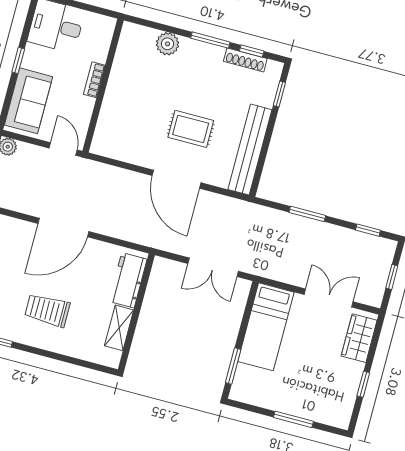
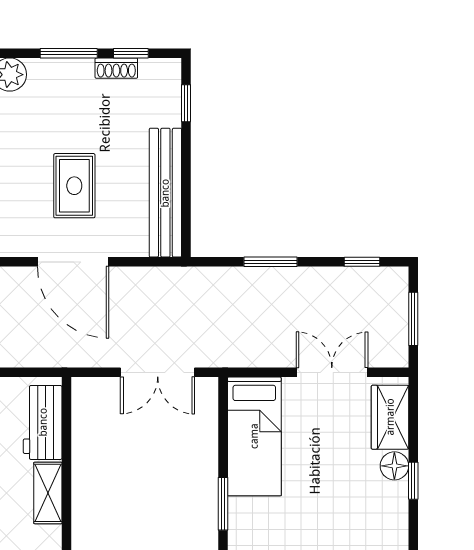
shoe rack: (245, 60) -> (116, 68), width x0.70
rug: (191, 129) -> (74, 186), turned 90
window: (392, 277) -> (413, 319), width x1.50
floor lamp: (353, 371) -> (394, 466), added

